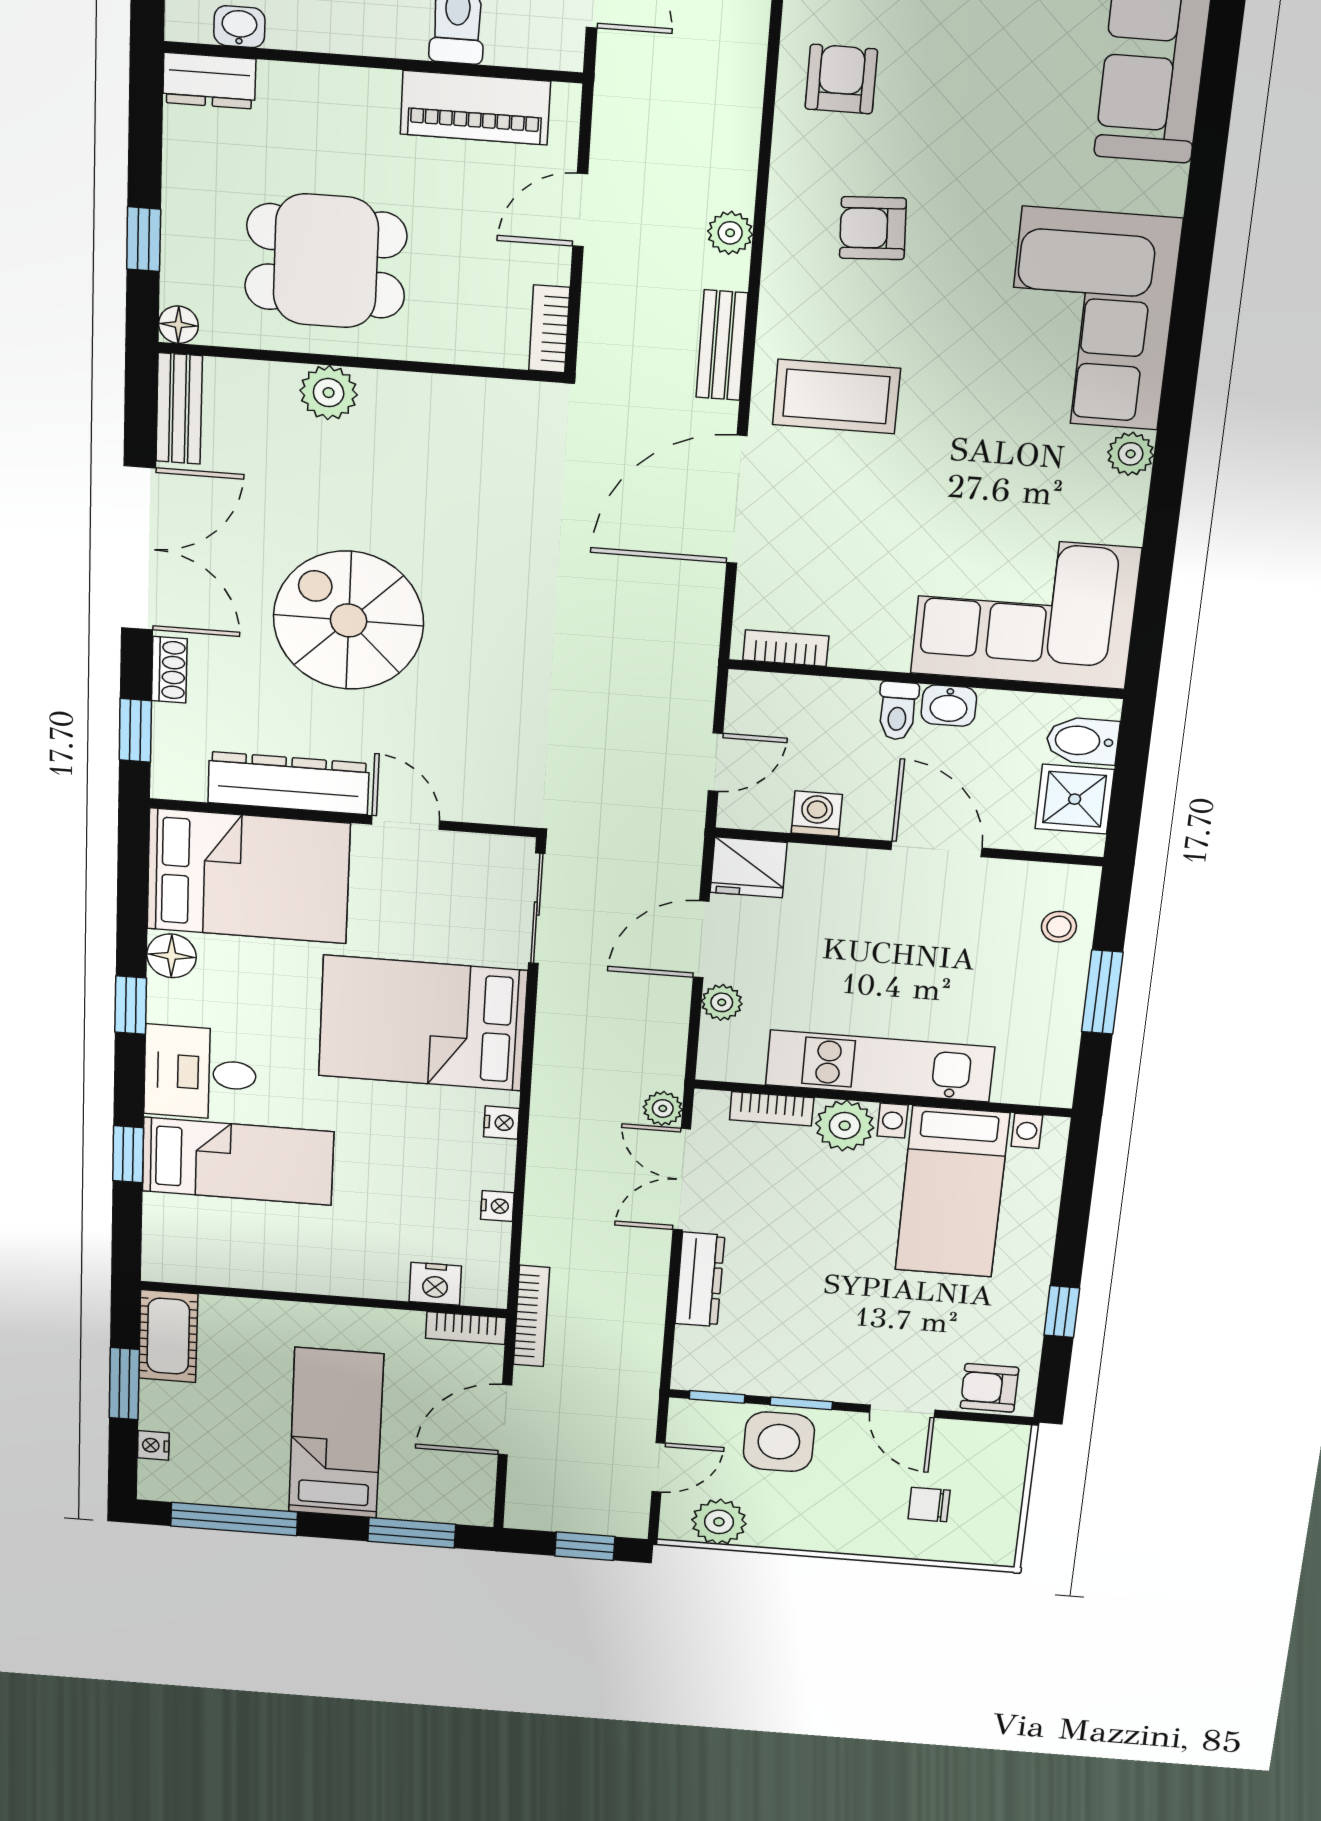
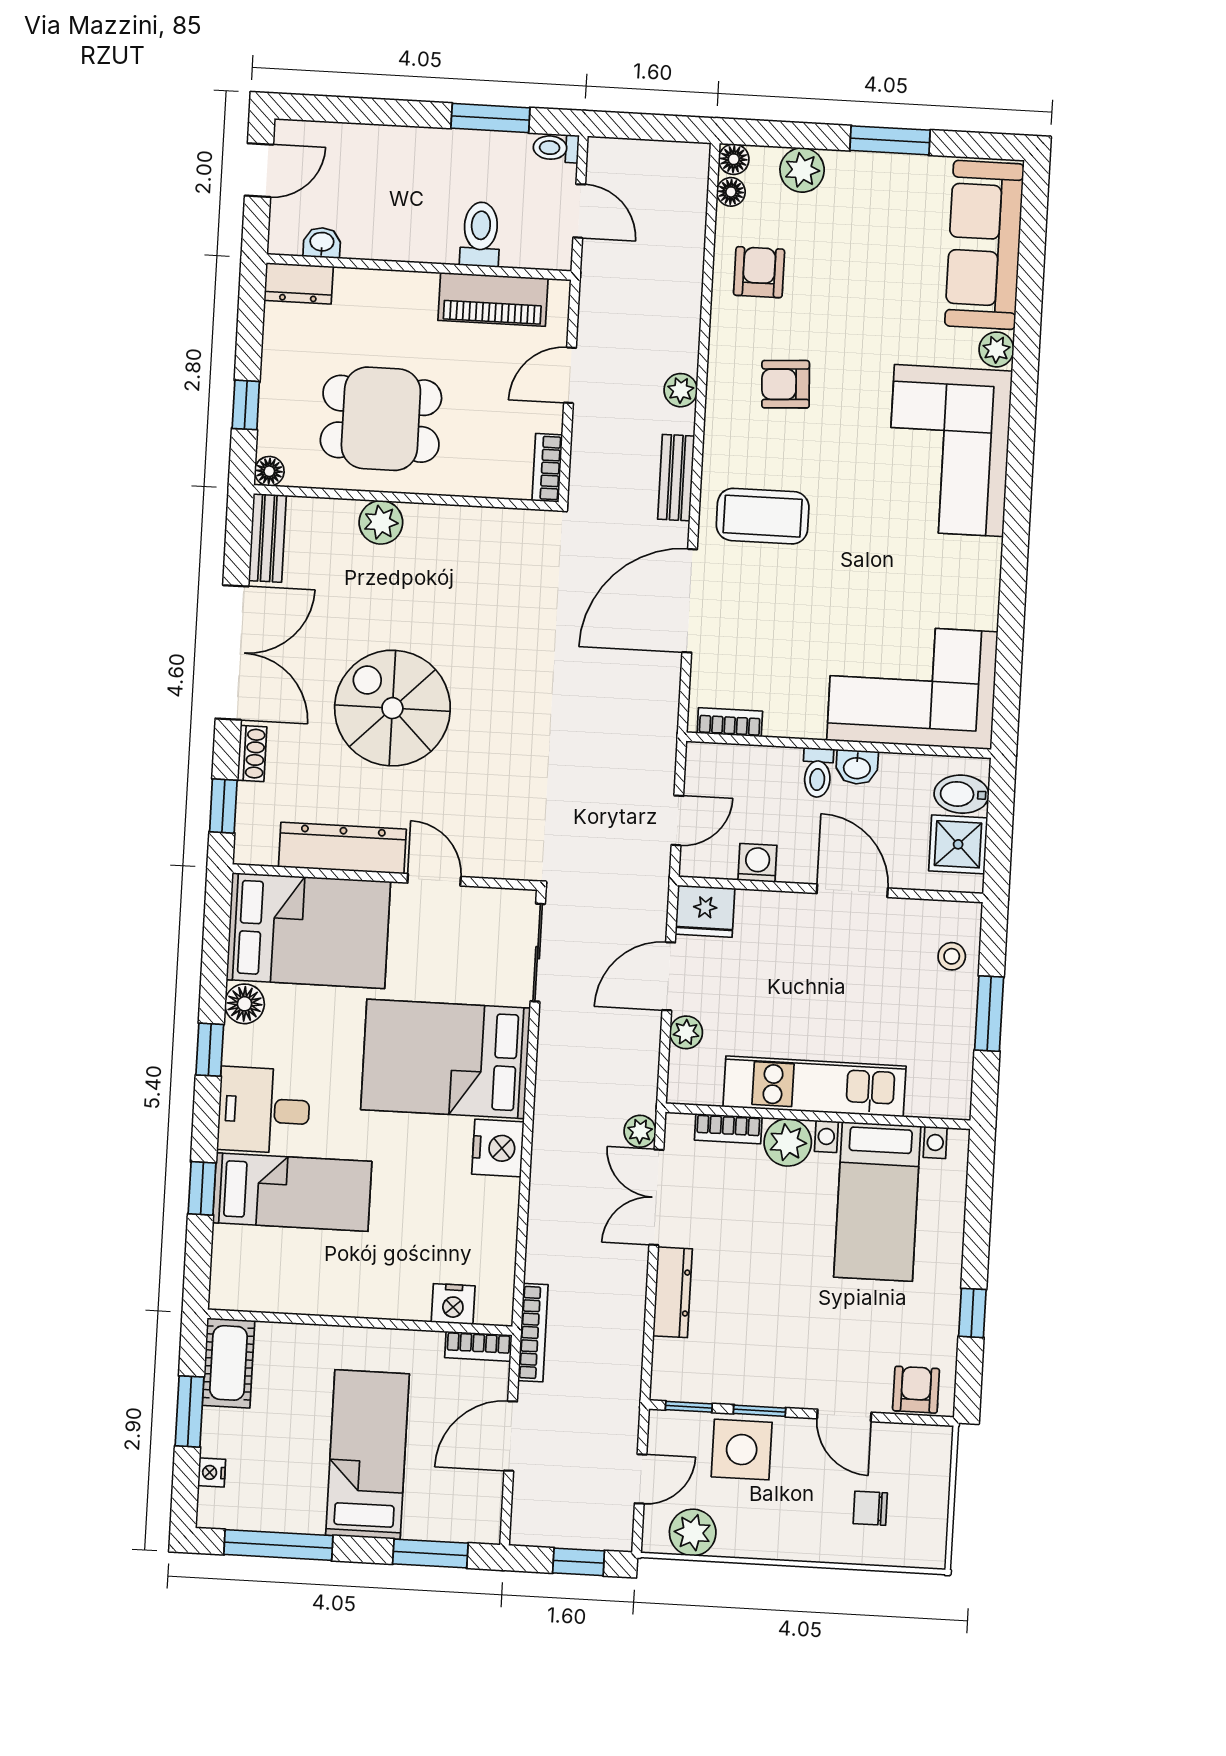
plant: (1131, 454) -> (996, 349), moved
nightstand: (501, 1123) -> (498, 1148), width x1.89, depth x1.79
nightstand: (497, 1206) -> (505, 1227), removed
armchair: (989, 1388) -> (916, 1390), turned 90

